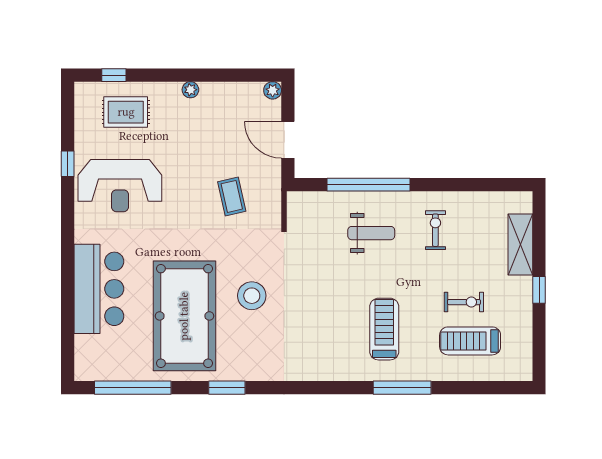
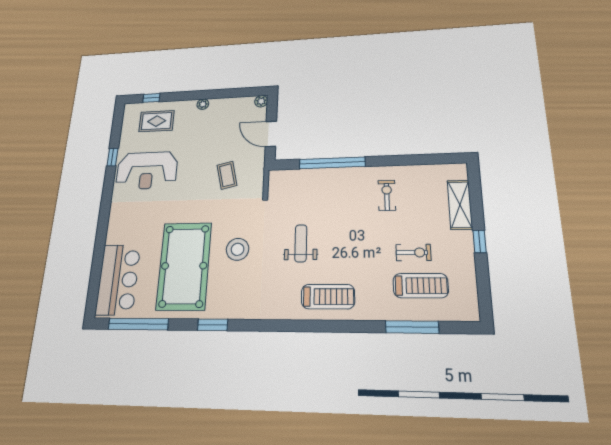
weight bench: (371, 233) -> (301, 243), moved, turned -90
bar counter: (99, 289) -> (118, 279), moved
treadmill: (384, 329) -> (328, 297), moved, turned 90
treadmill: (470, 341) -> (421, 286), turned 180
window: (402, 388) -> (412, 327), moved

